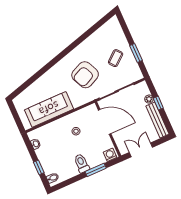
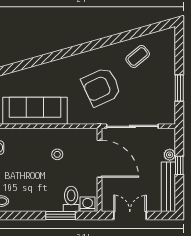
coffee table: (116, 58) -> (138, 56), moved
toilet: (82, 163) -> (71, 199), moved

